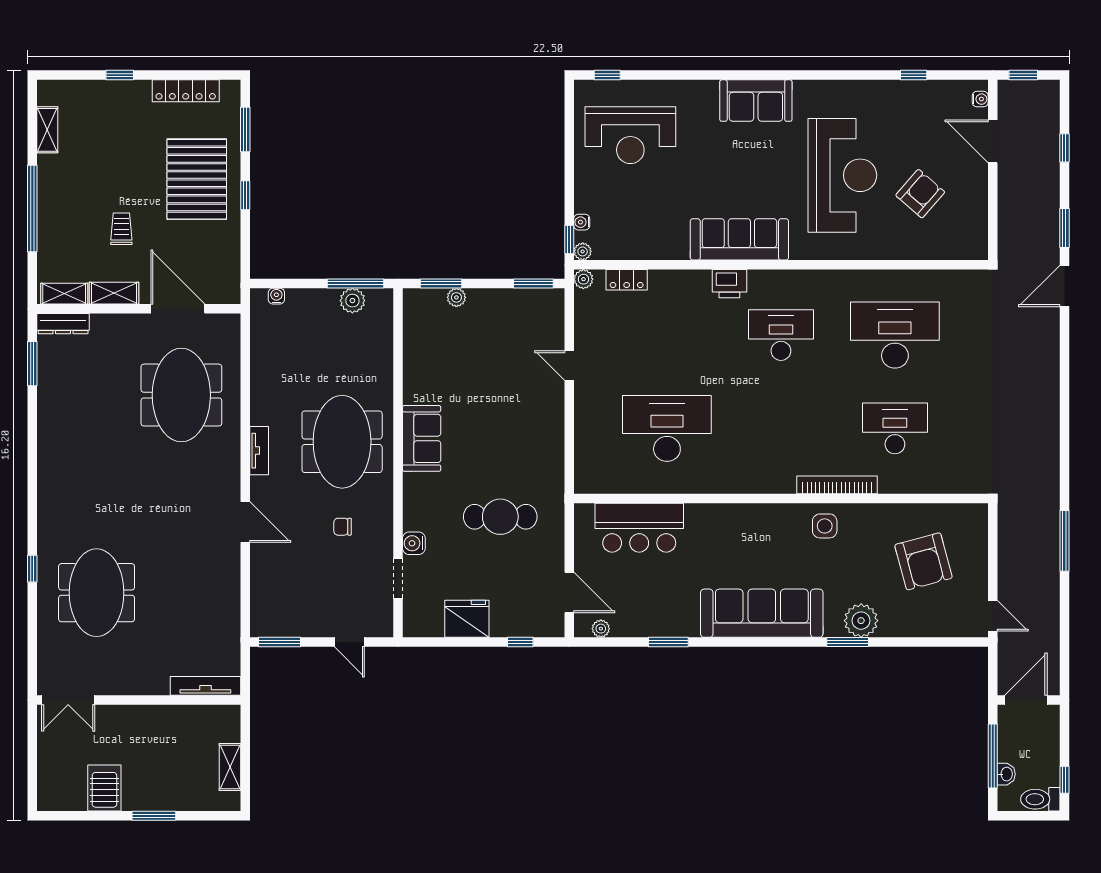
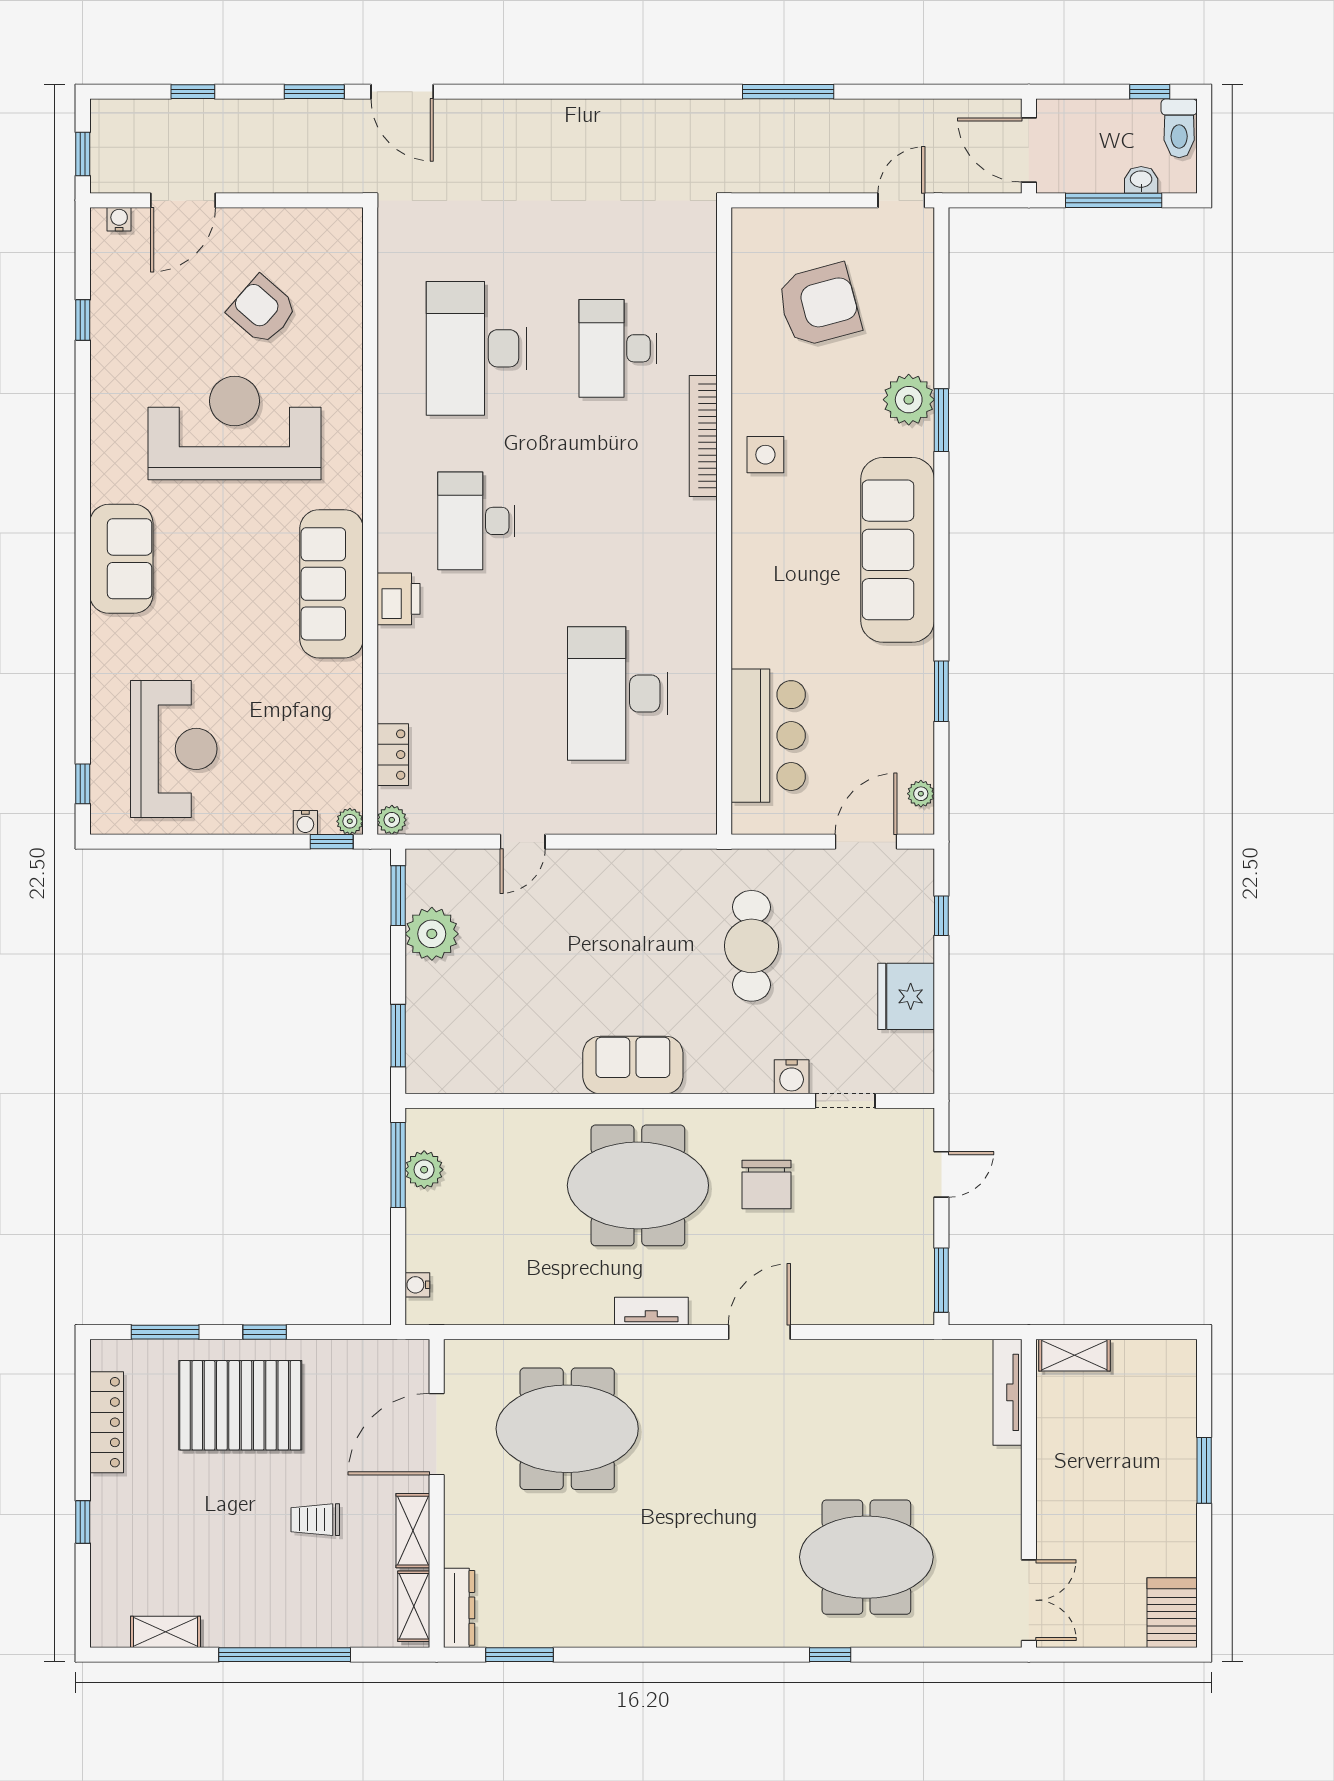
plant: (456, 297) -> (432, 934), moved, width x1.87, depth x1.87
chair: (343, 527) -> (766, 1185), width x1.87, depth x1.87
shelving: (230, 767) -> (1074, 1355), moved
server rack: (104, 788) -> (1172, 1613), moved, turned 90

